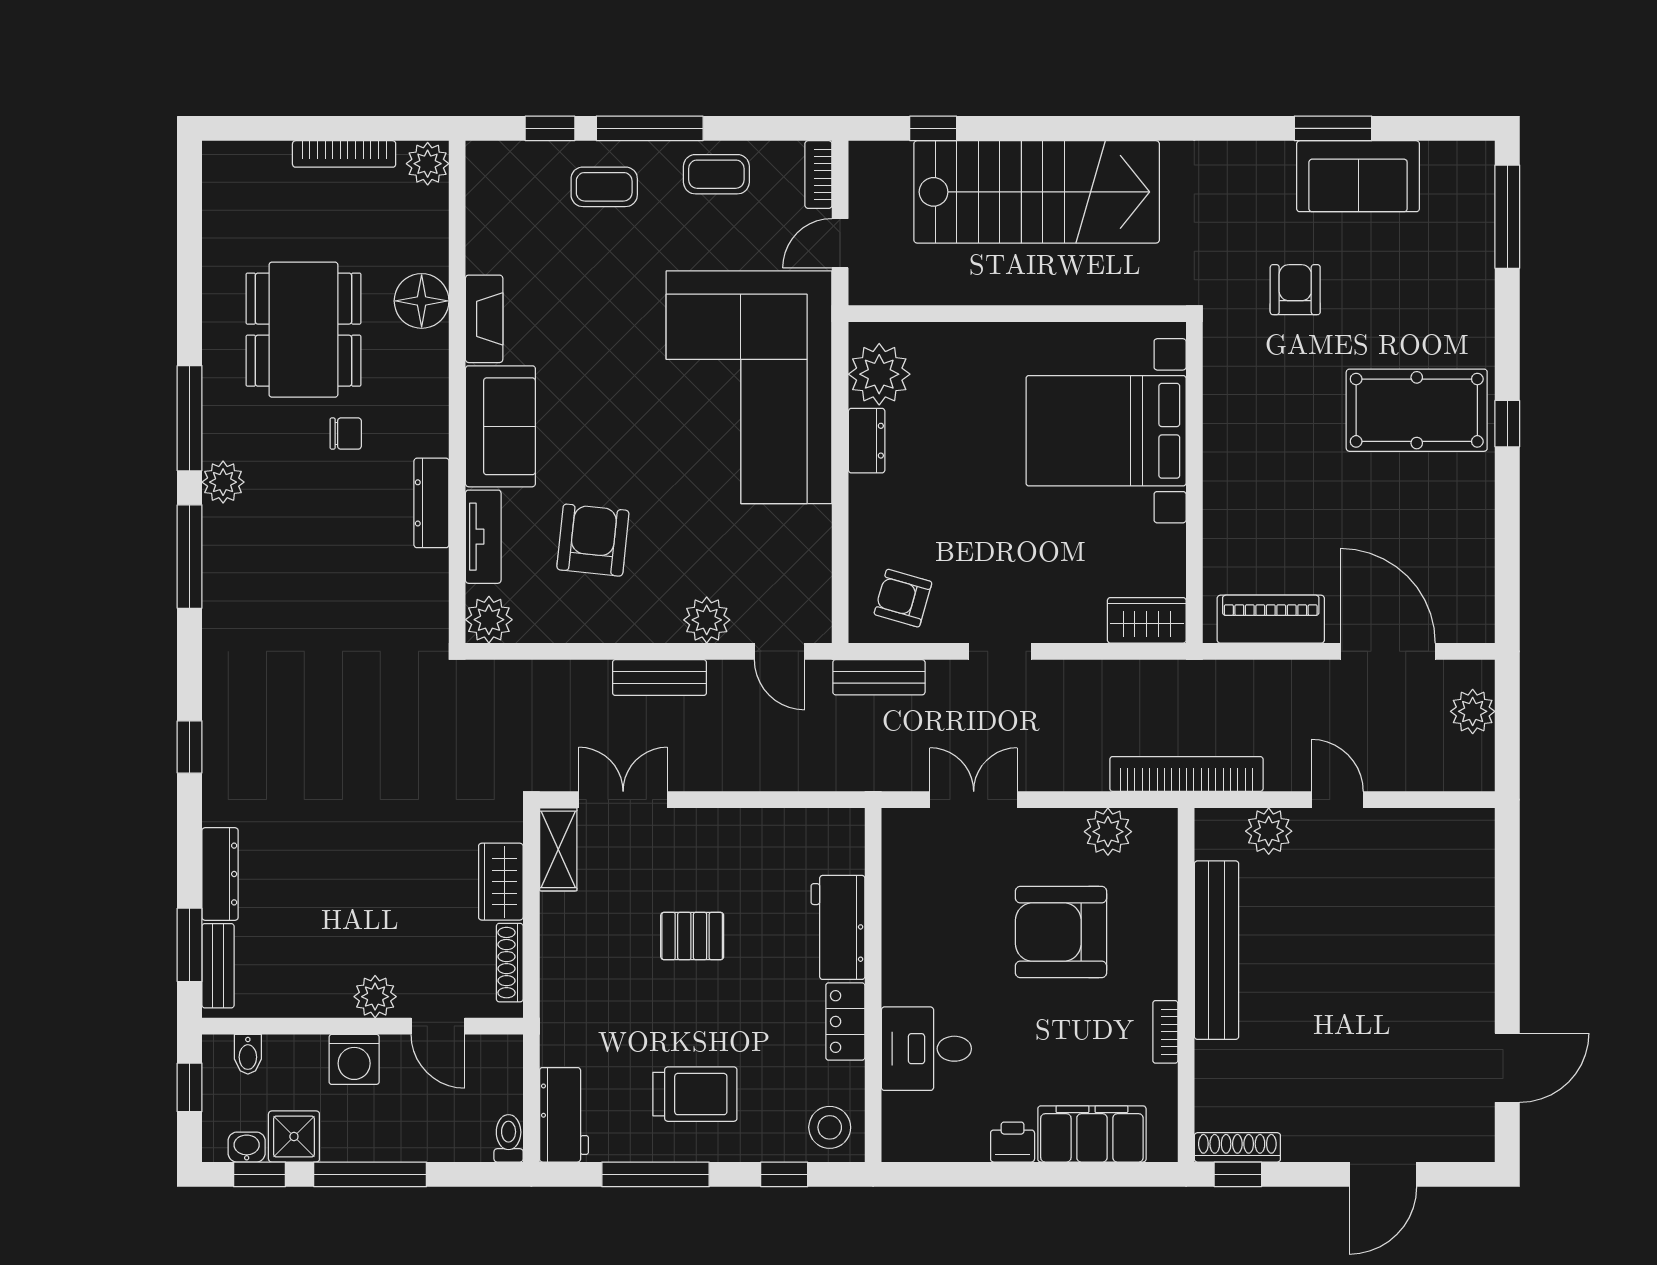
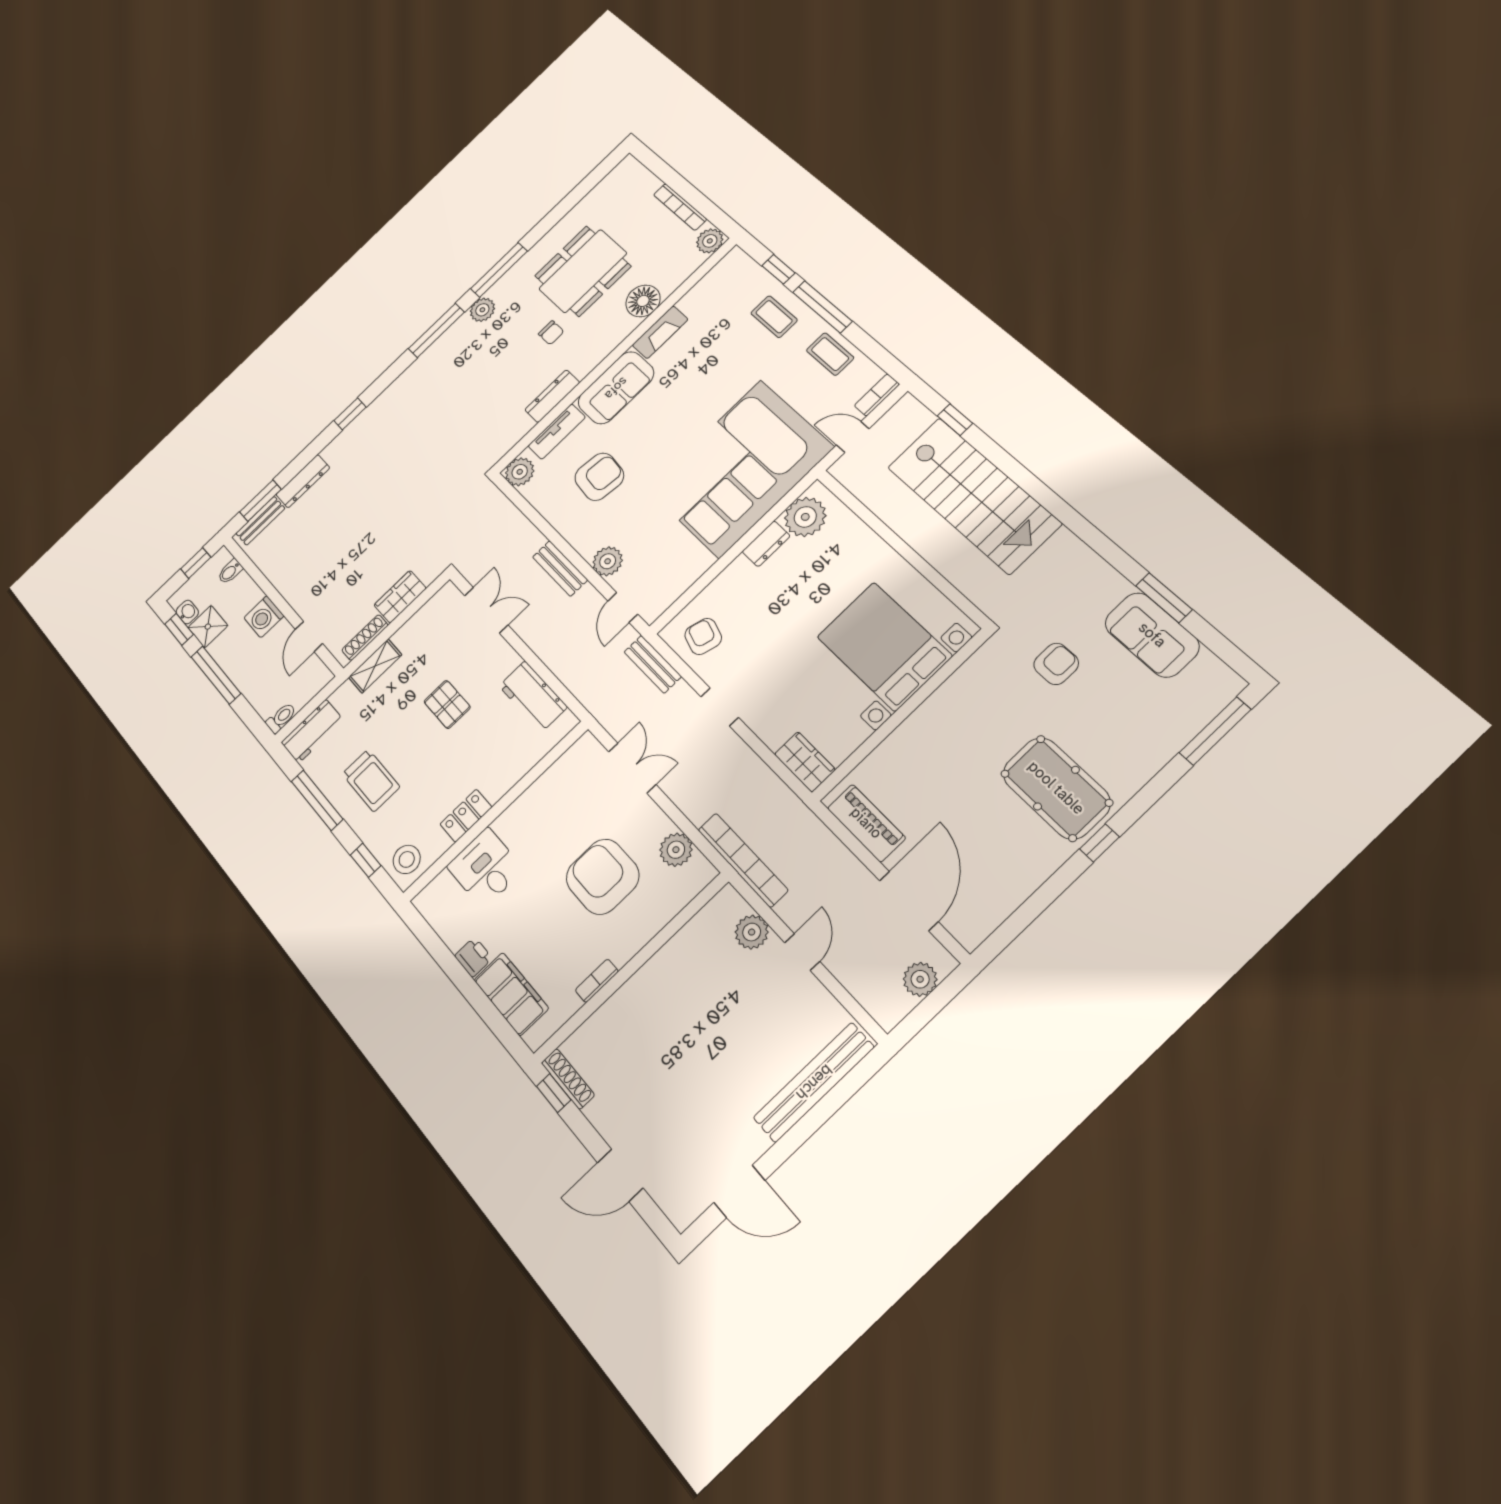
shelving: (558, 849) -> (375, 666), moved
workbench: (838, 927) -> (533, 696), moved, turned -90
bench: (1217, 950) -> (814, 1082), moved
plant: (375, 997) -> (300, 597), removed

